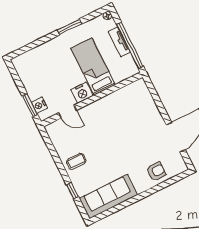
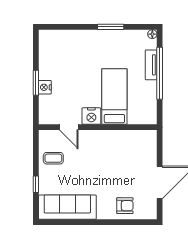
bed: (93, 67) -> (114, 96), moved
nightstand: (82, 93) -> (91, 116), moved
wall: (92, 99) -> (98, 127), moved
door: (68, 112) -> (69, 127), moved

